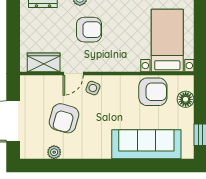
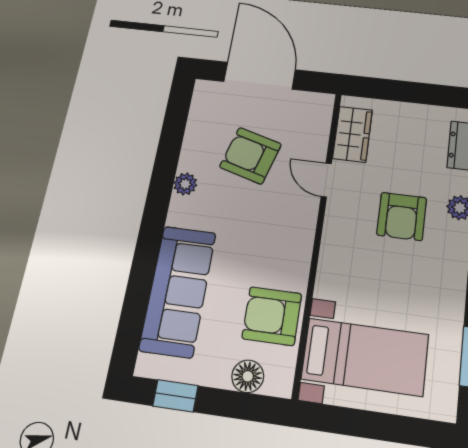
side table: (93, 88) -> (295, 210), removed
armchair: (153, 92) -> (272, 316), turned 90
plant: (54, 152) -> (185, 184), moved

